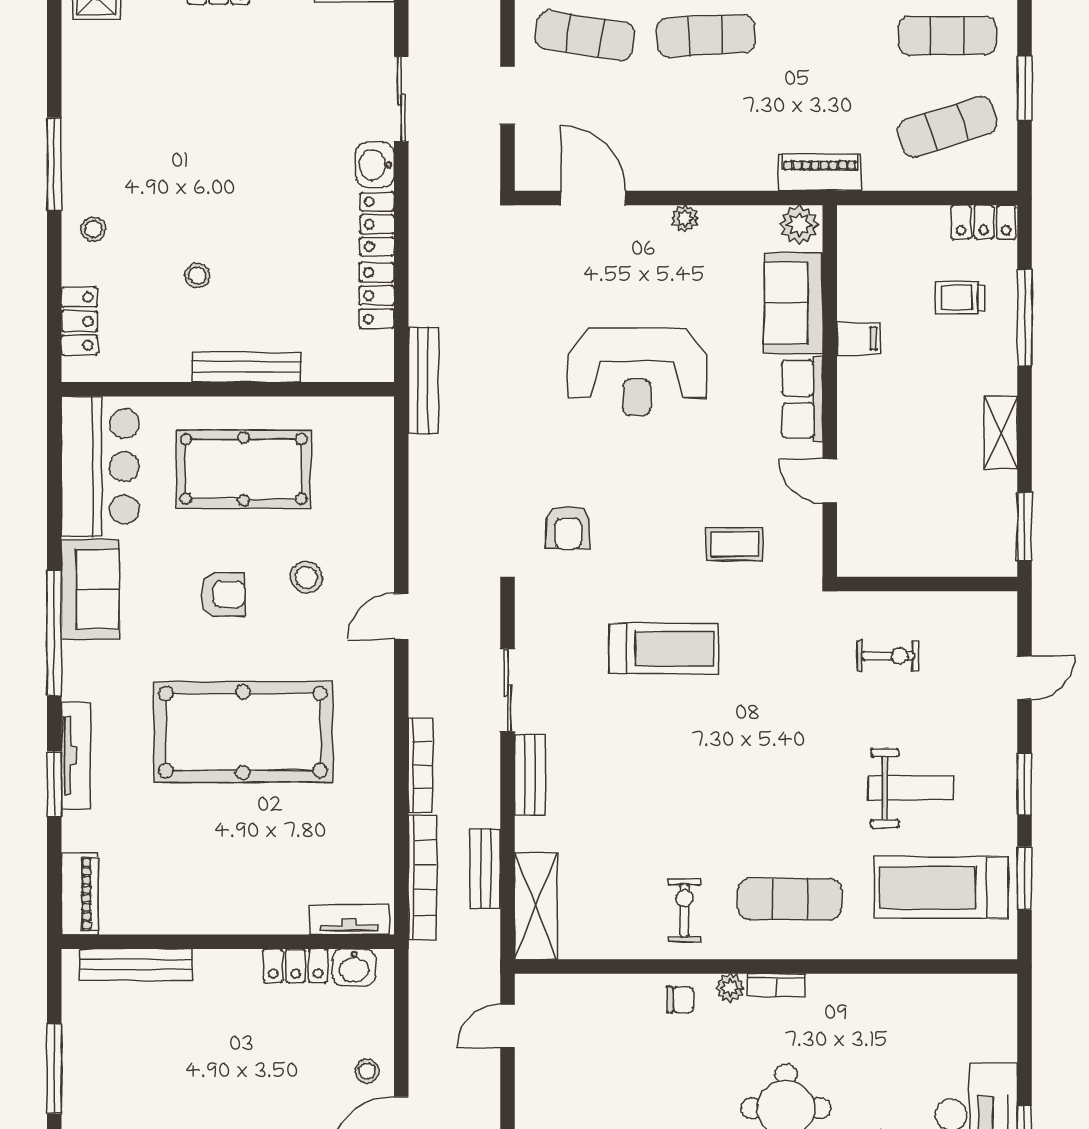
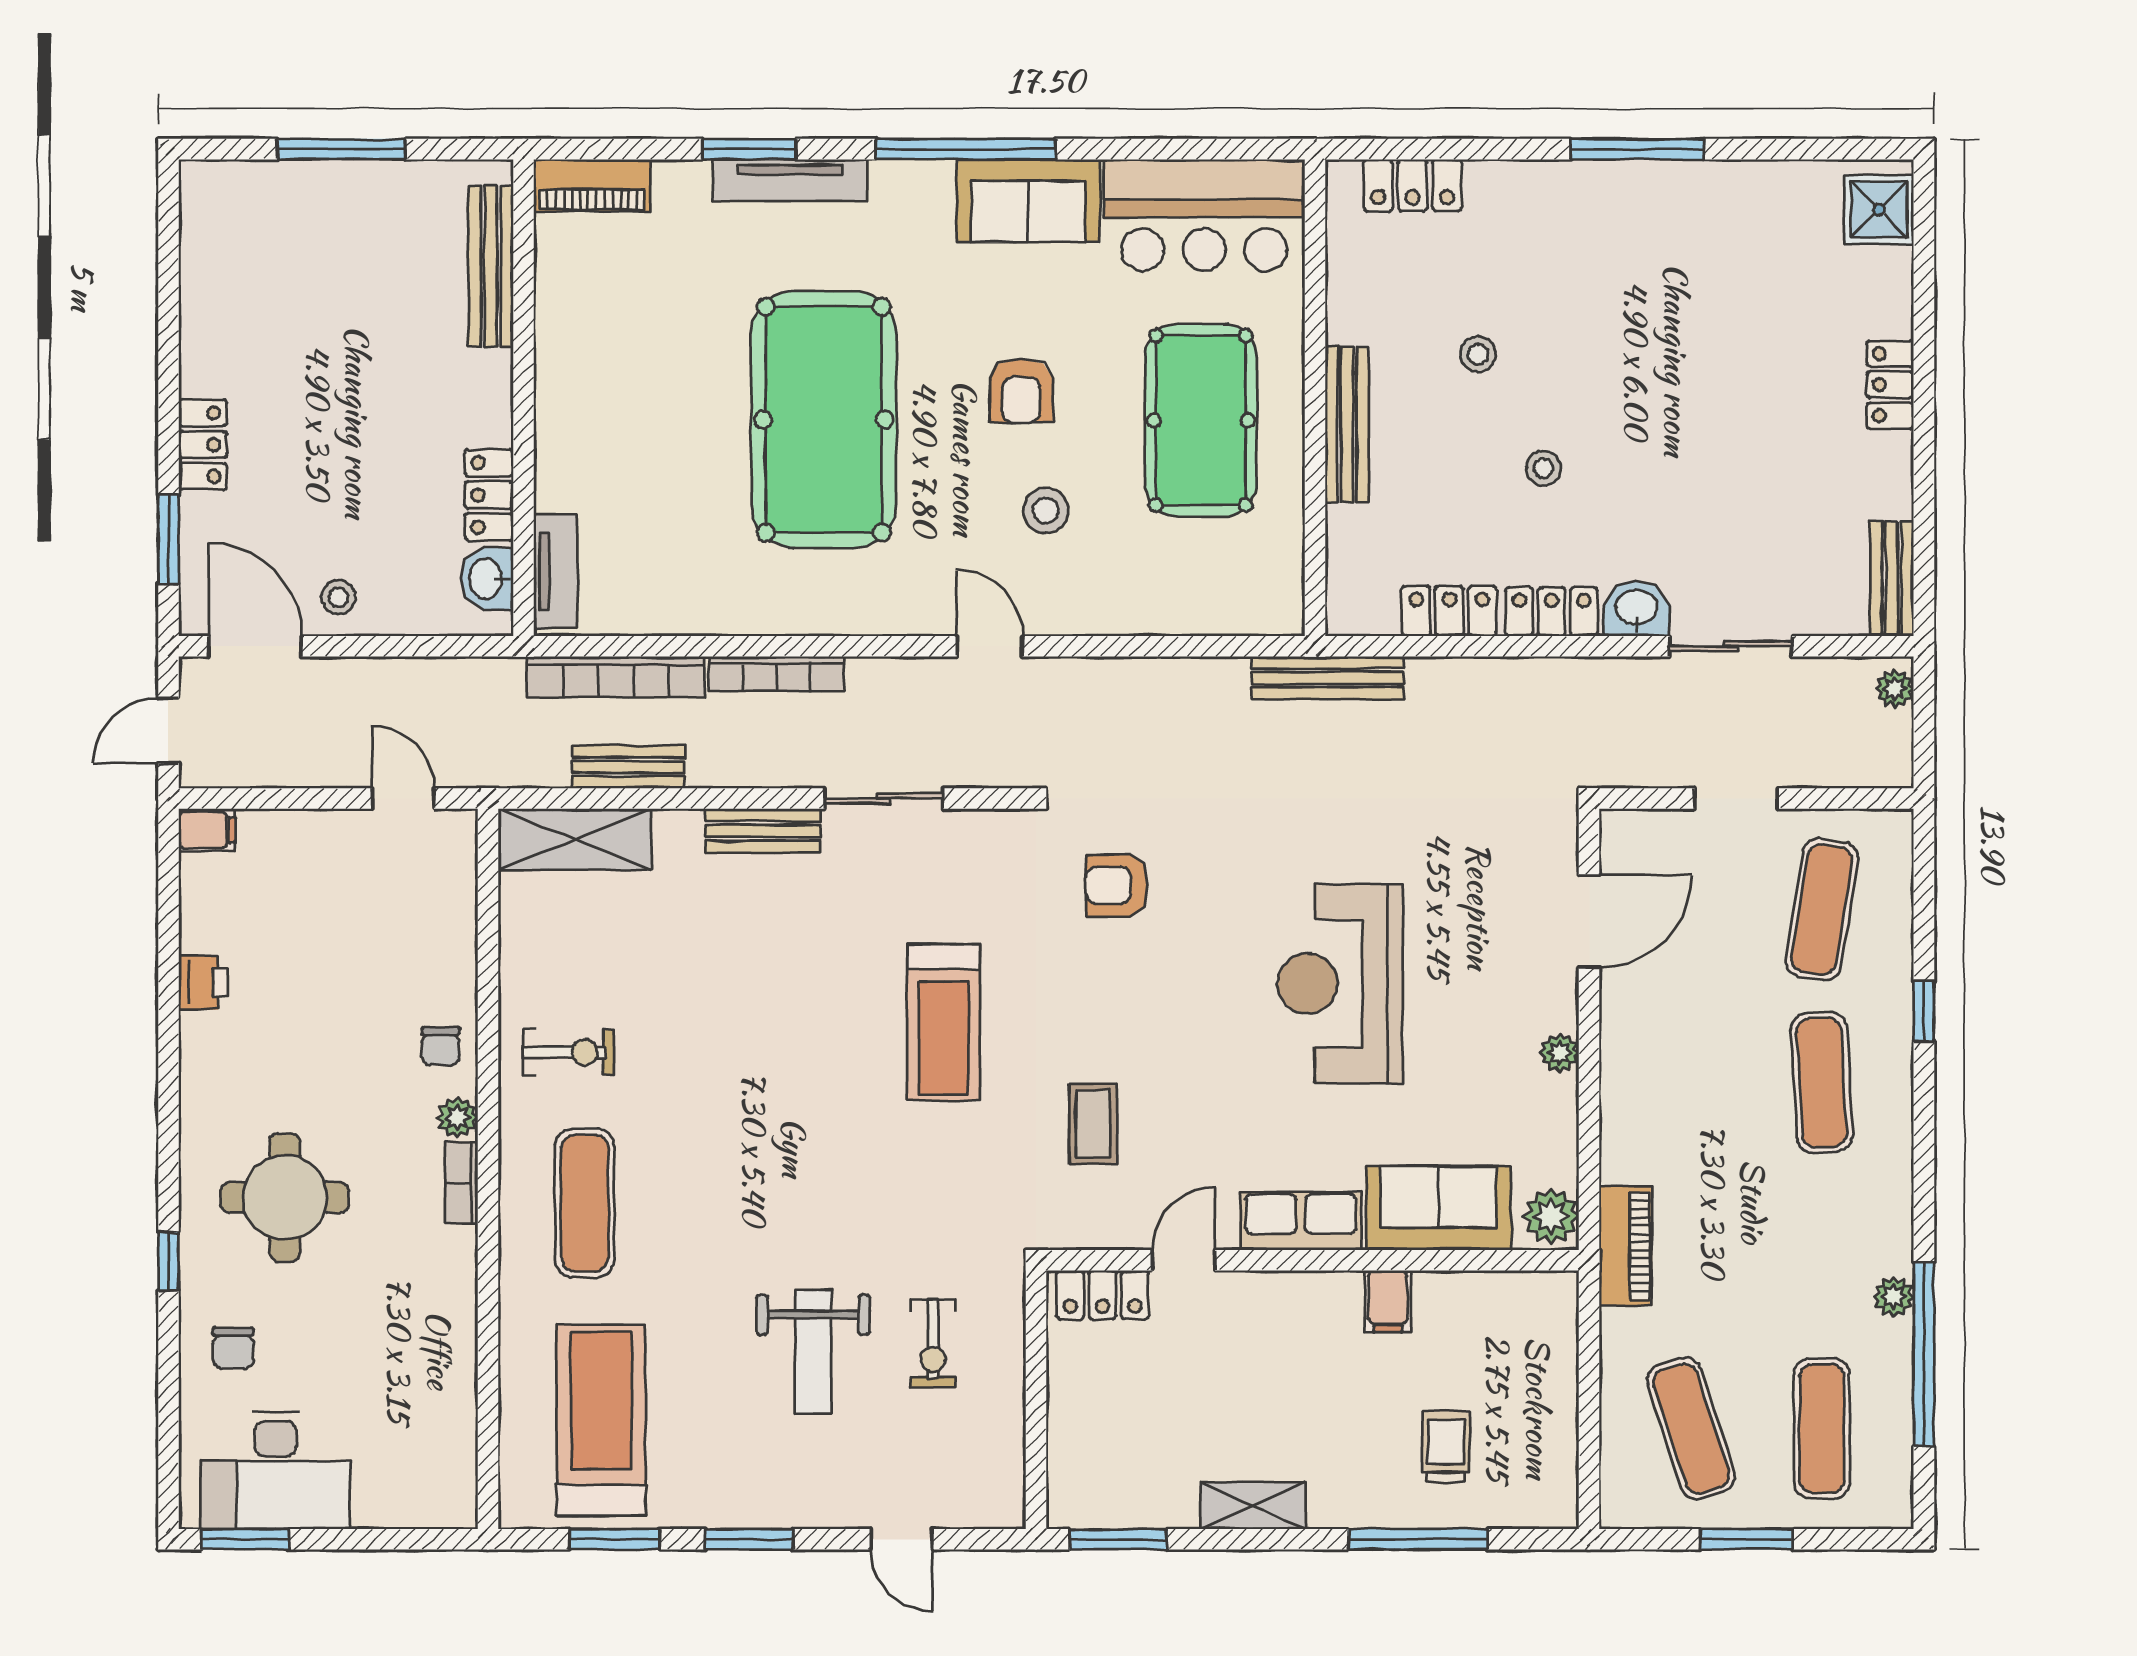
locker: (984, 222) -> (1103, 1295), moved, turned -90
stool: (93, 229) -> (1544, 468), moved
weight bench: (911, 788) -> (813, 1352), moved

